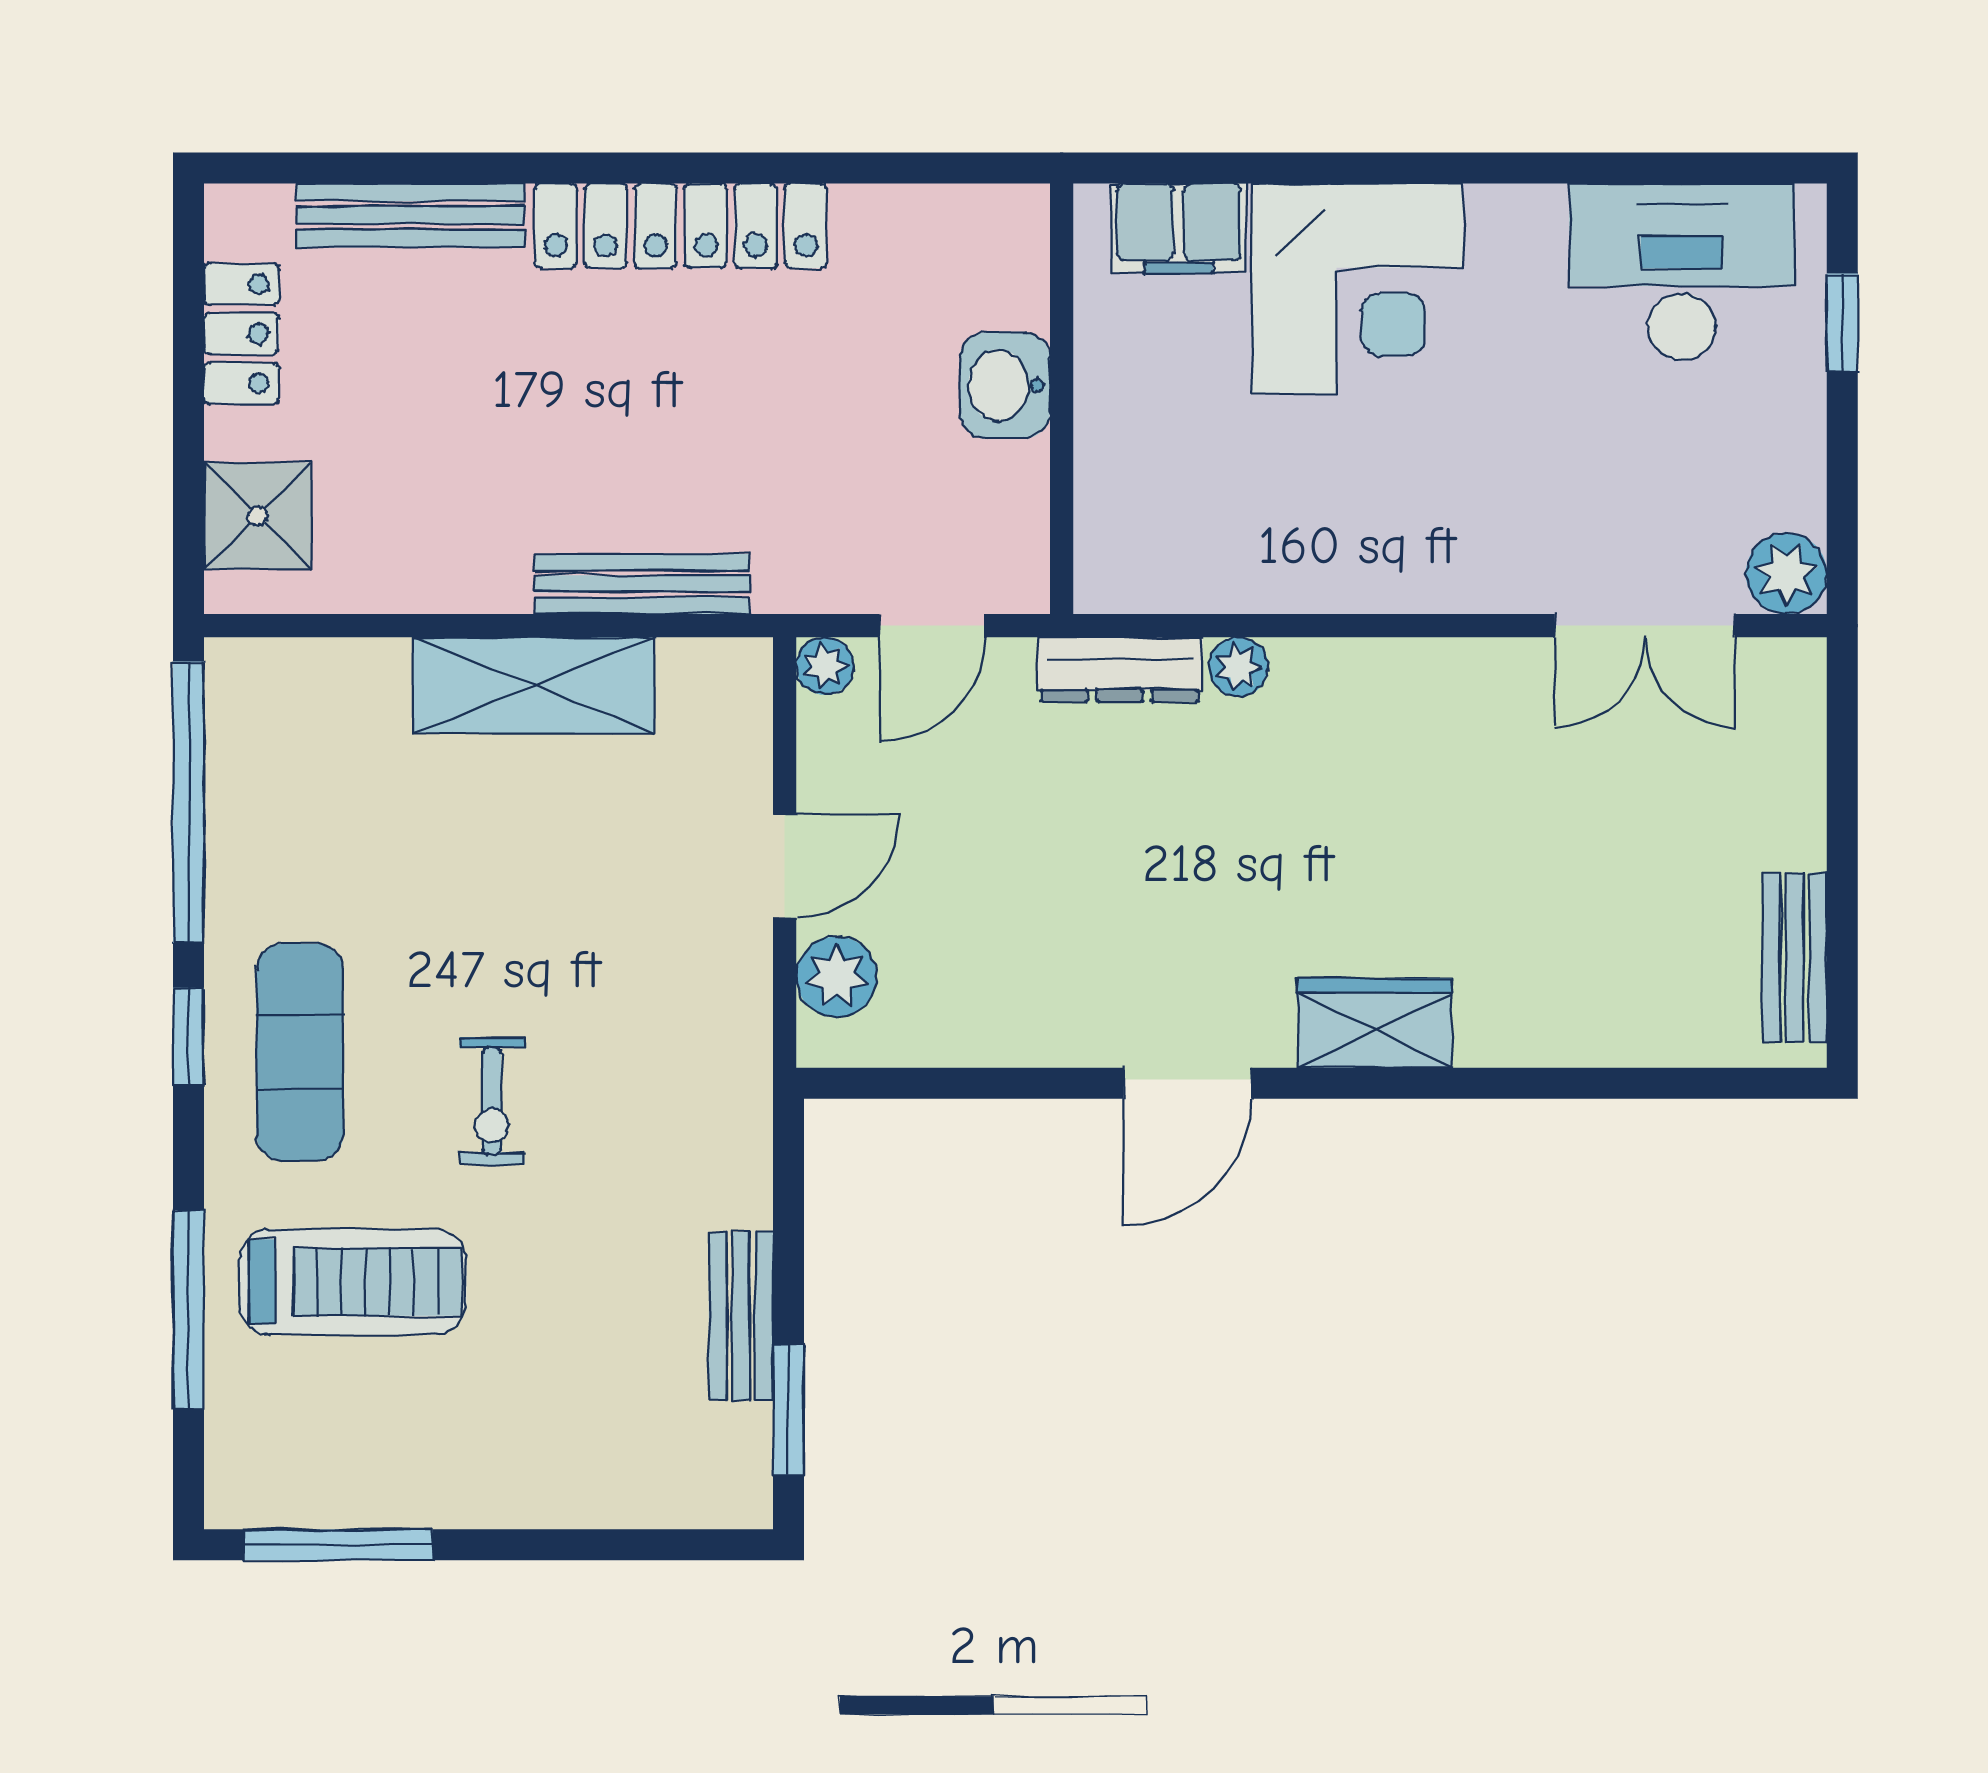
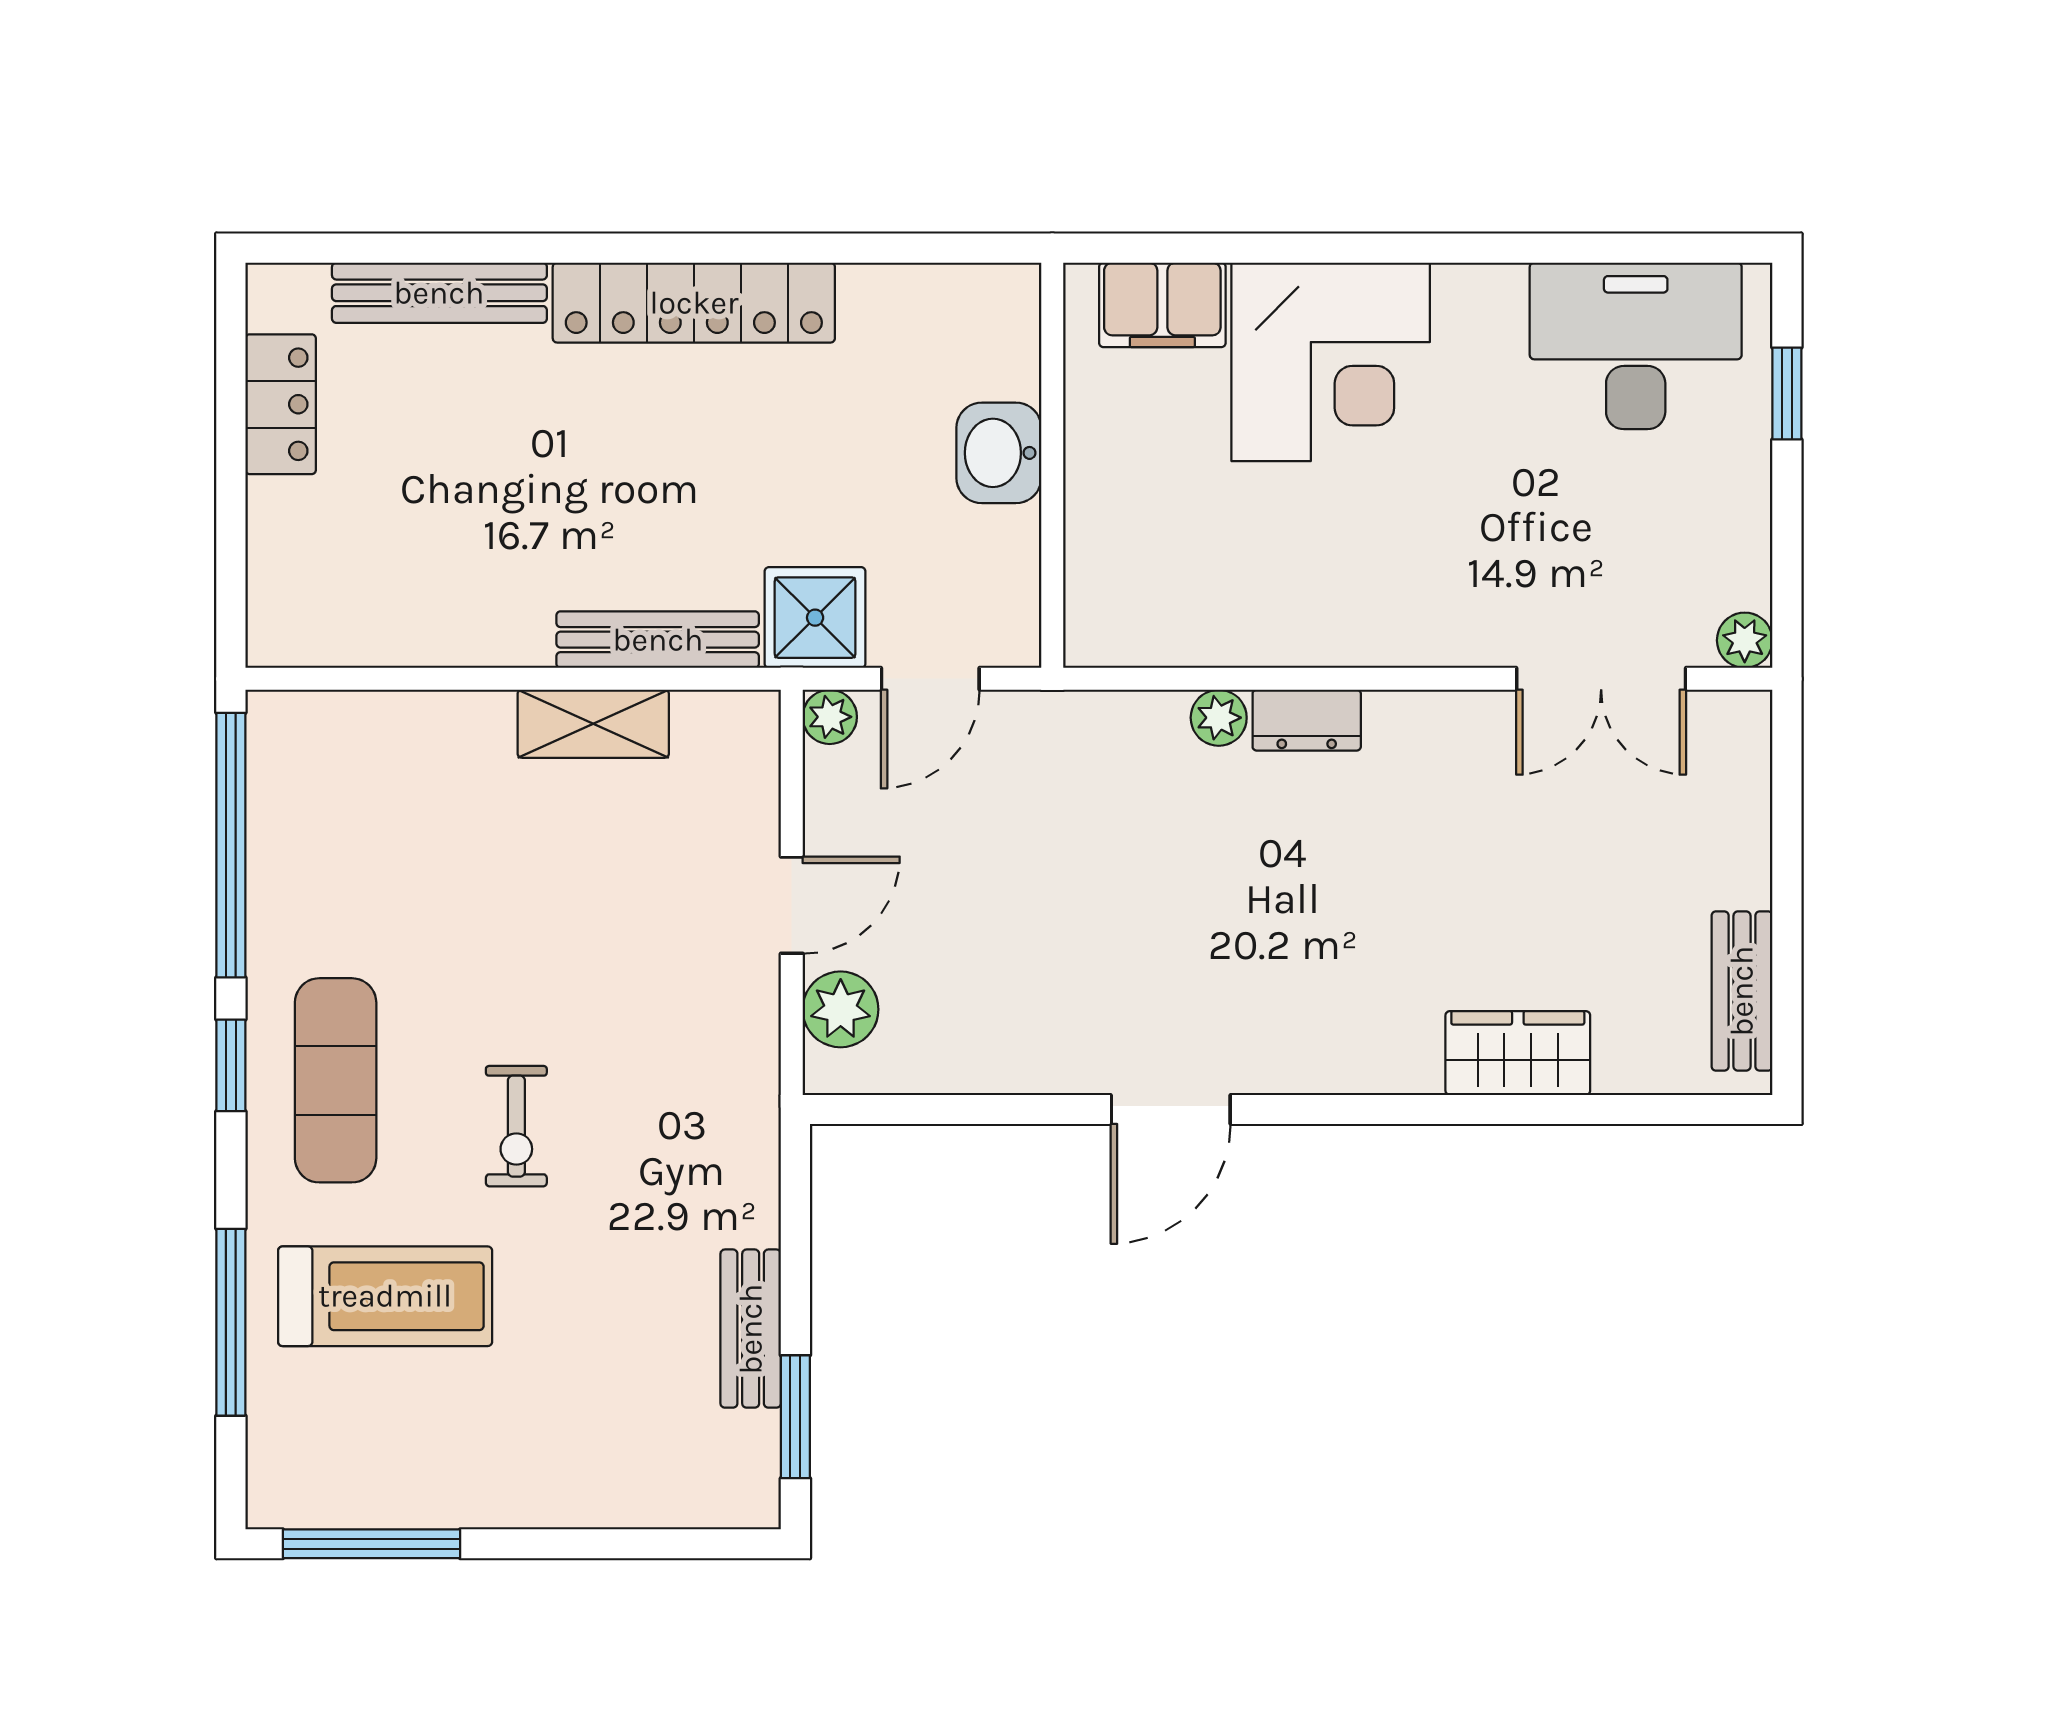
shower: (258, 516) -> (815, 618), moved
plant: (1786, 574) -> (1745, 640), width x0.73, depth x0.73
dresser: (1120, 670) -> (1307, 720), moved, width x0.70
shelving: (534, 685) -> (593, 724), width x0.67, depth x0.75
wardrobe: (1375, 1023) -> (1518, 1053), moved

